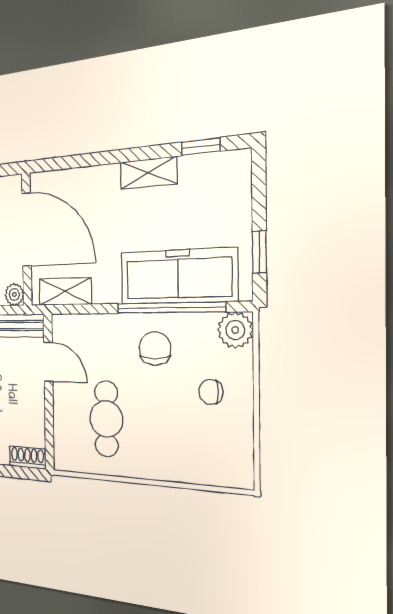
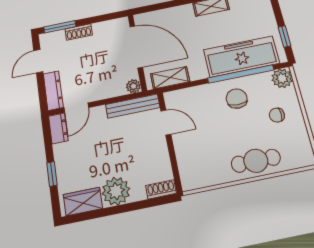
cafe table: (106, 419) -> (256, 161), moved, turned 90

